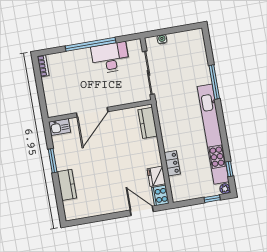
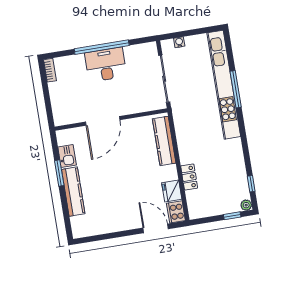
desk: (110, 58) -> (106, 65), moved
kitchen counter: (148, 123) -> (164, 141), width x1.50
kitchen sink: (60, 127) -> (67, 156), moved, turned -90
kitchen unit: (213, 134) -> (224, 85), moved
kitchen counter: (67, 185) -> (73, 192), width x1.50

